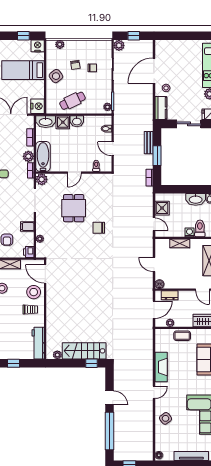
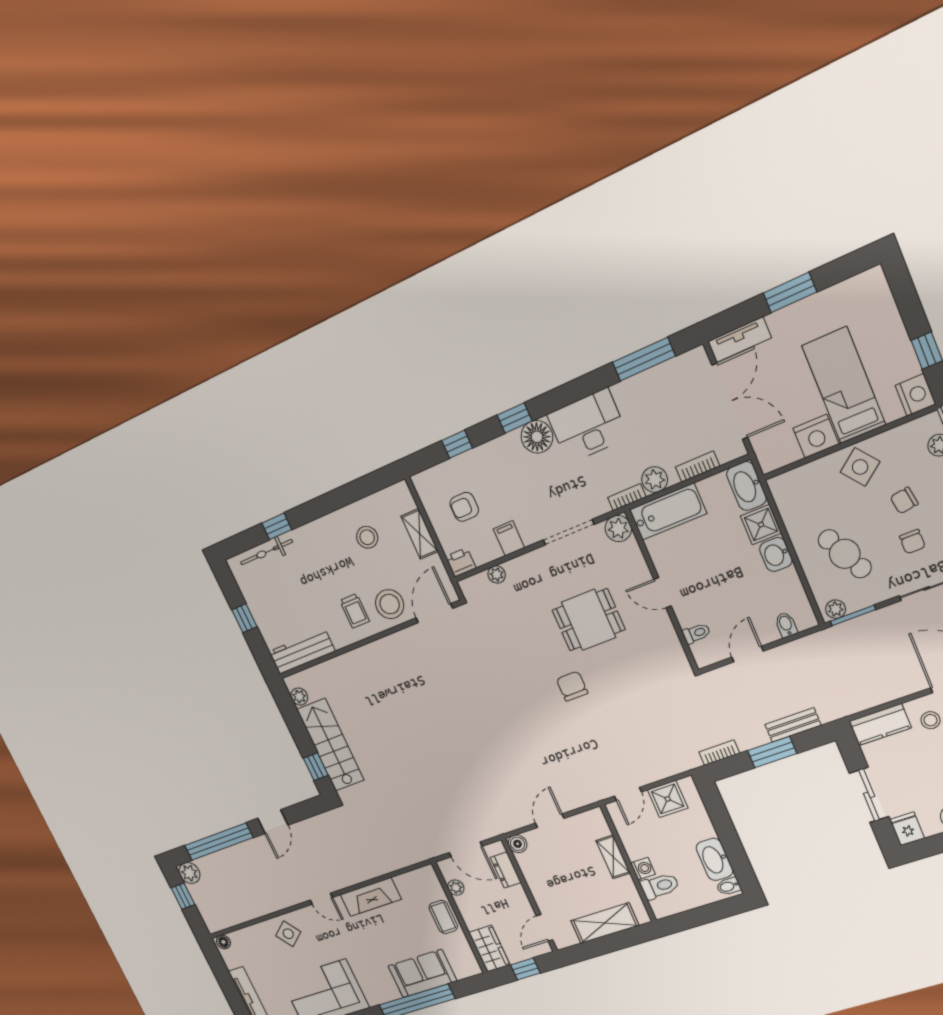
cafe table: (73, 101) -> (845, 554), moved
nightstand: (38, 106) -> (816, 436), moved
plant: (119, 455) -> (189, 873), added

